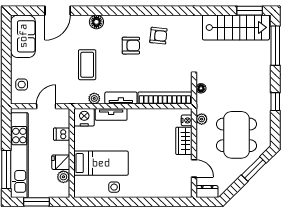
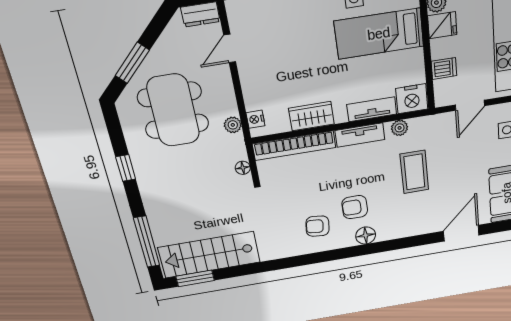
floor lamp: (96, 22) -> (366, 235), moved
wardrobe: (184, 141) -> (311, 116), moved, turned -90
door: (194, 168) -> (230, 49), hinge flipped

